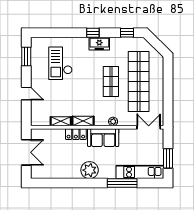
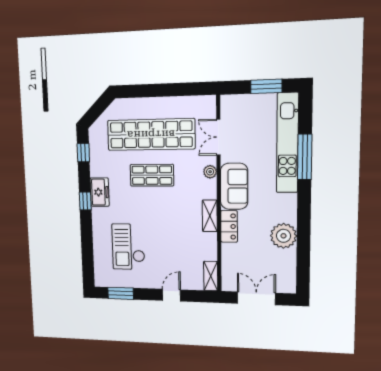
checkout: (60, 63) -> (128, 247), turned 90
shelving: (61, 121) -> (211, 276), moved
double door: (149, 127) -> (218, 137), moved
plant: (90, 170) -> (284, 236), moved
kitchen unit: (140, 172) -> (287, 143), width x1.36

